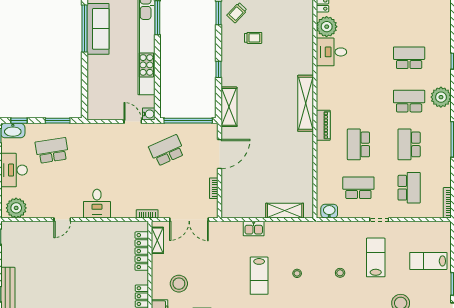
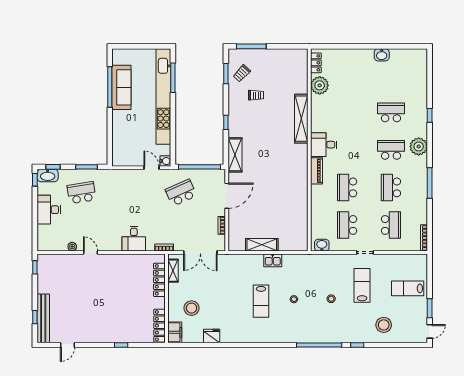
desk: (331, 52) -> (324, 145), moved
shelving: (306, 103) -> (301, 119), moved
school desk: (358, 188) -> (347, 225), turned -90
desk: (97, 204) -> (134, 239), moved
plant: (16, 208) -> (72, 247), moved, width x0.53, depth x0.53
shelving: (285, 211) -> (262, 245), moved
door: (62, 220) -> (91, 253), swing flipped
kitchen sink: (254, 229) -> (273, 260), moved

